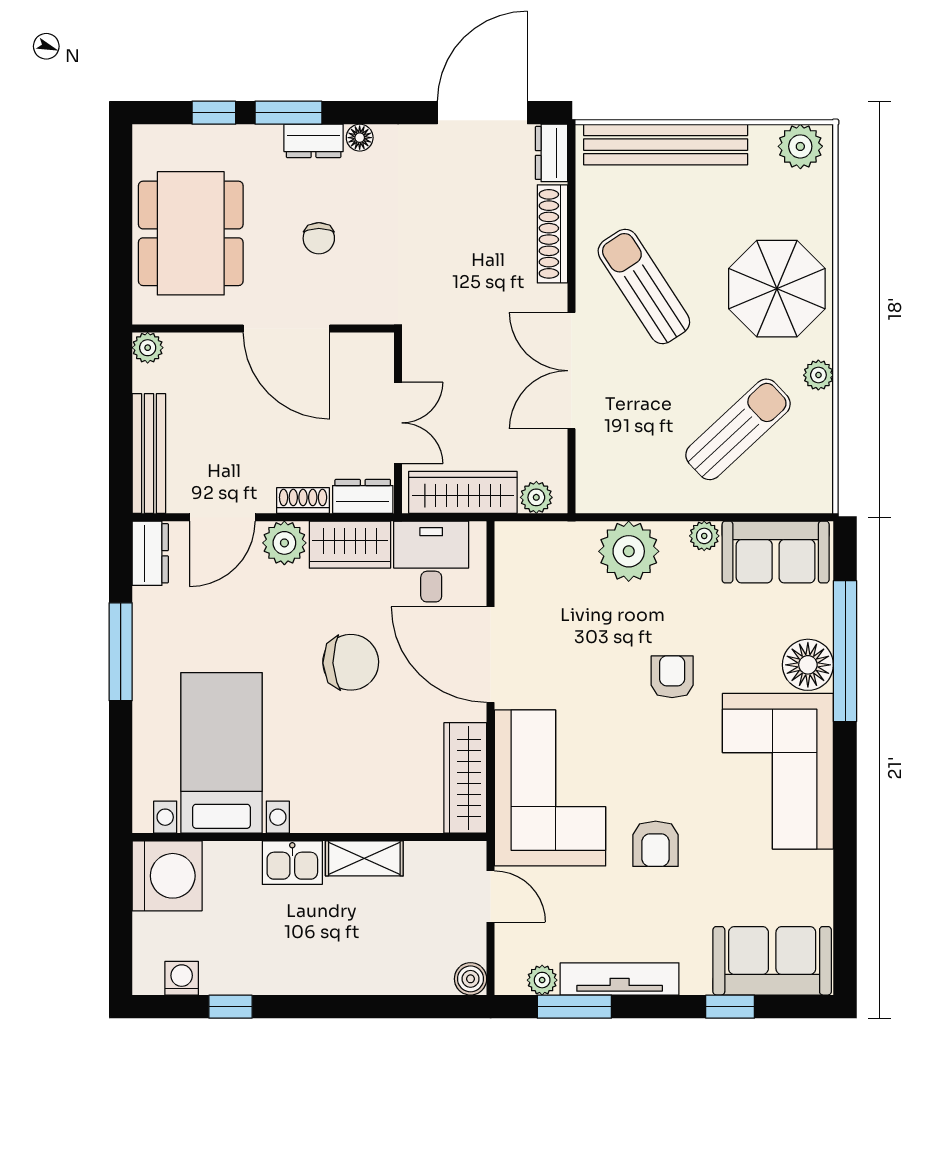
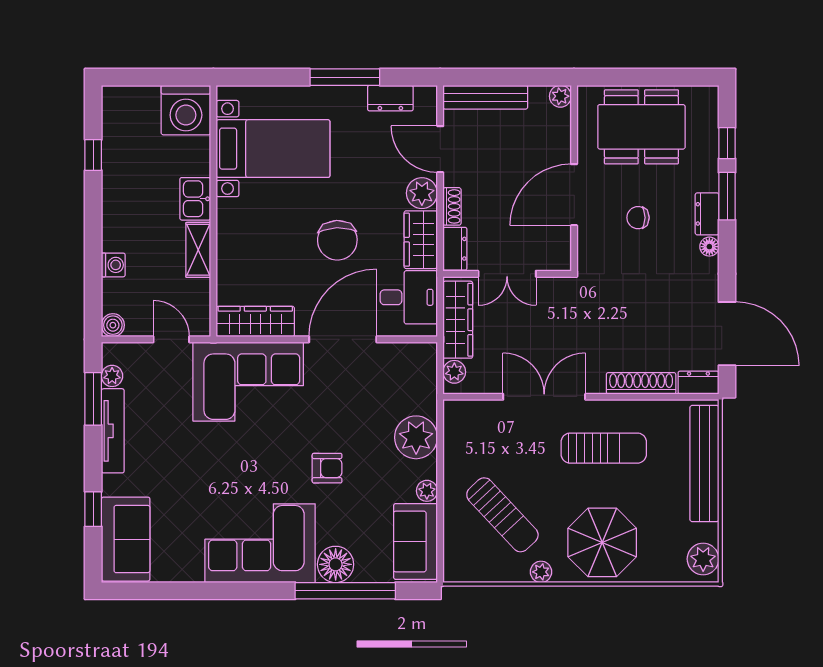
sun lounger: (644, 287) -> (604, 448), turned 33
dresser: (150, 553) -> (390, 98), moved
armchair: (656, 844) -> (209, 456), removed
door: (491, 897) -> (171, 339), swing flipped
washing machine: (182, 978) -> (113, 265), moved

